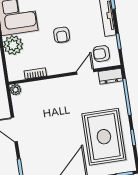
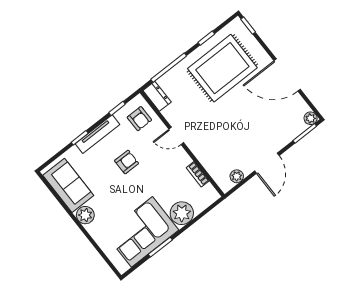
armchair: (62, 35) -> (127, 162), moved
door: (85, 72) -> (176, 136), moved
plant: (16, 90) -> (237, 176), moved

